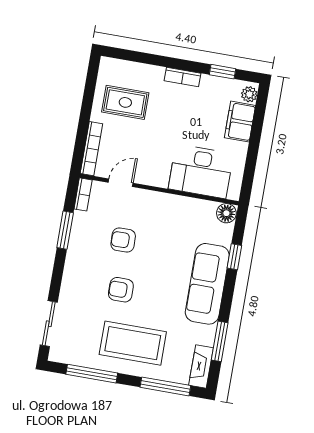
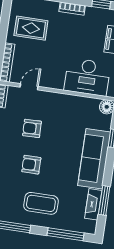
coffee table: (133, 343) -> (41, 203), width x0.73, depth x0.76
fireplace: (201, 366) -> (93, 204), moved

